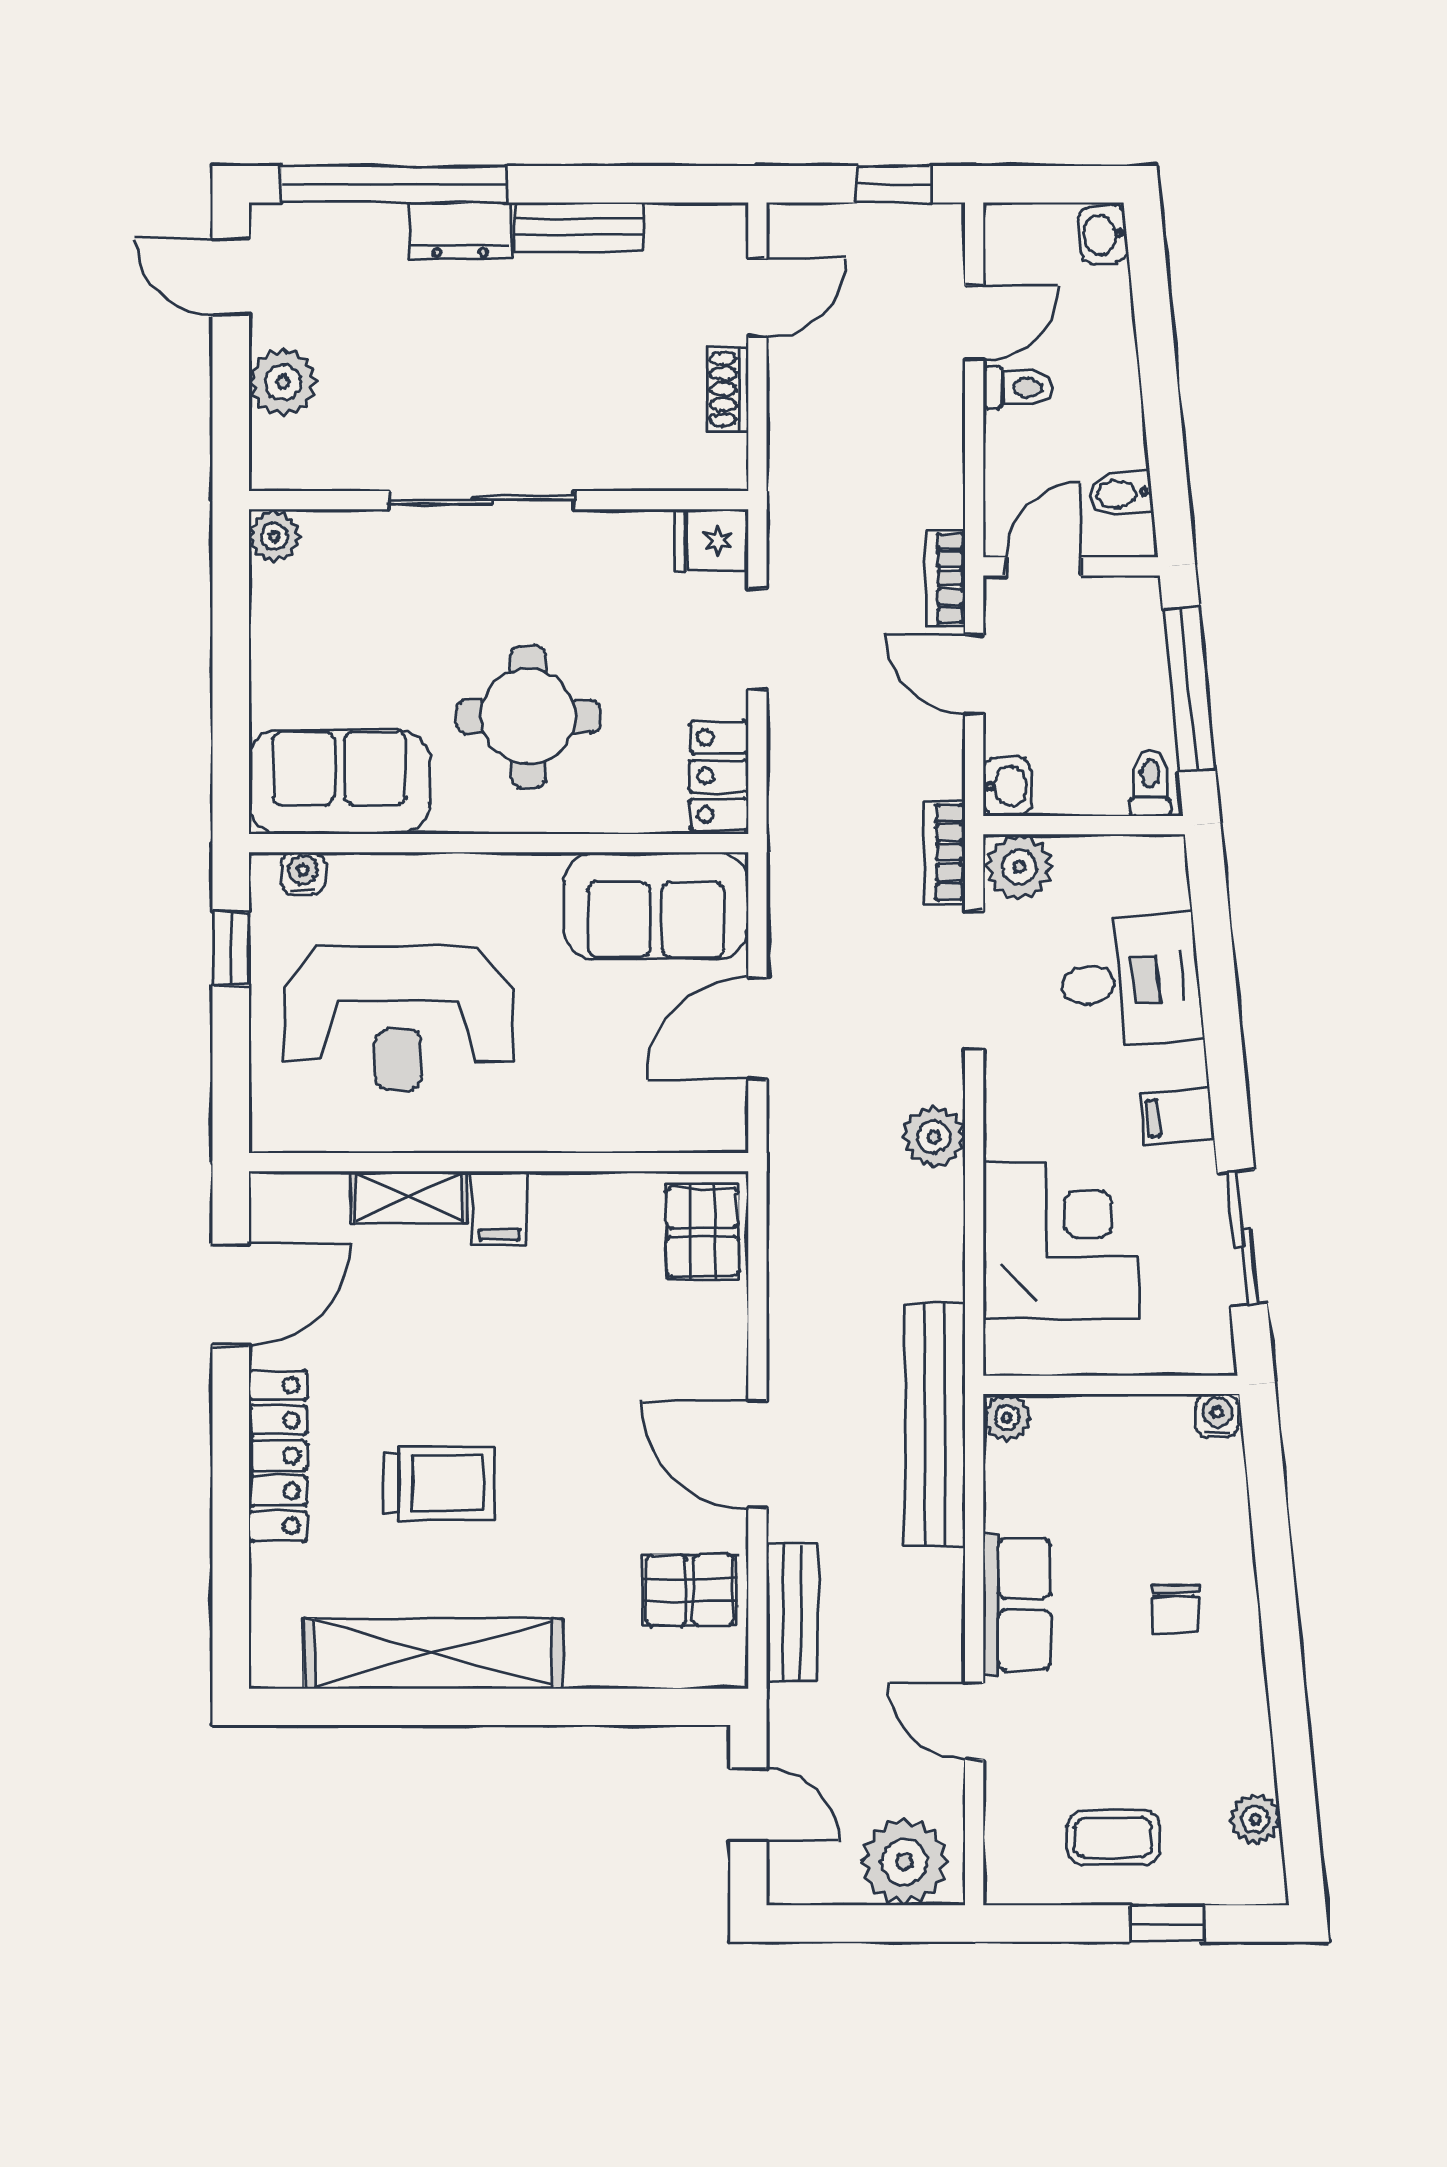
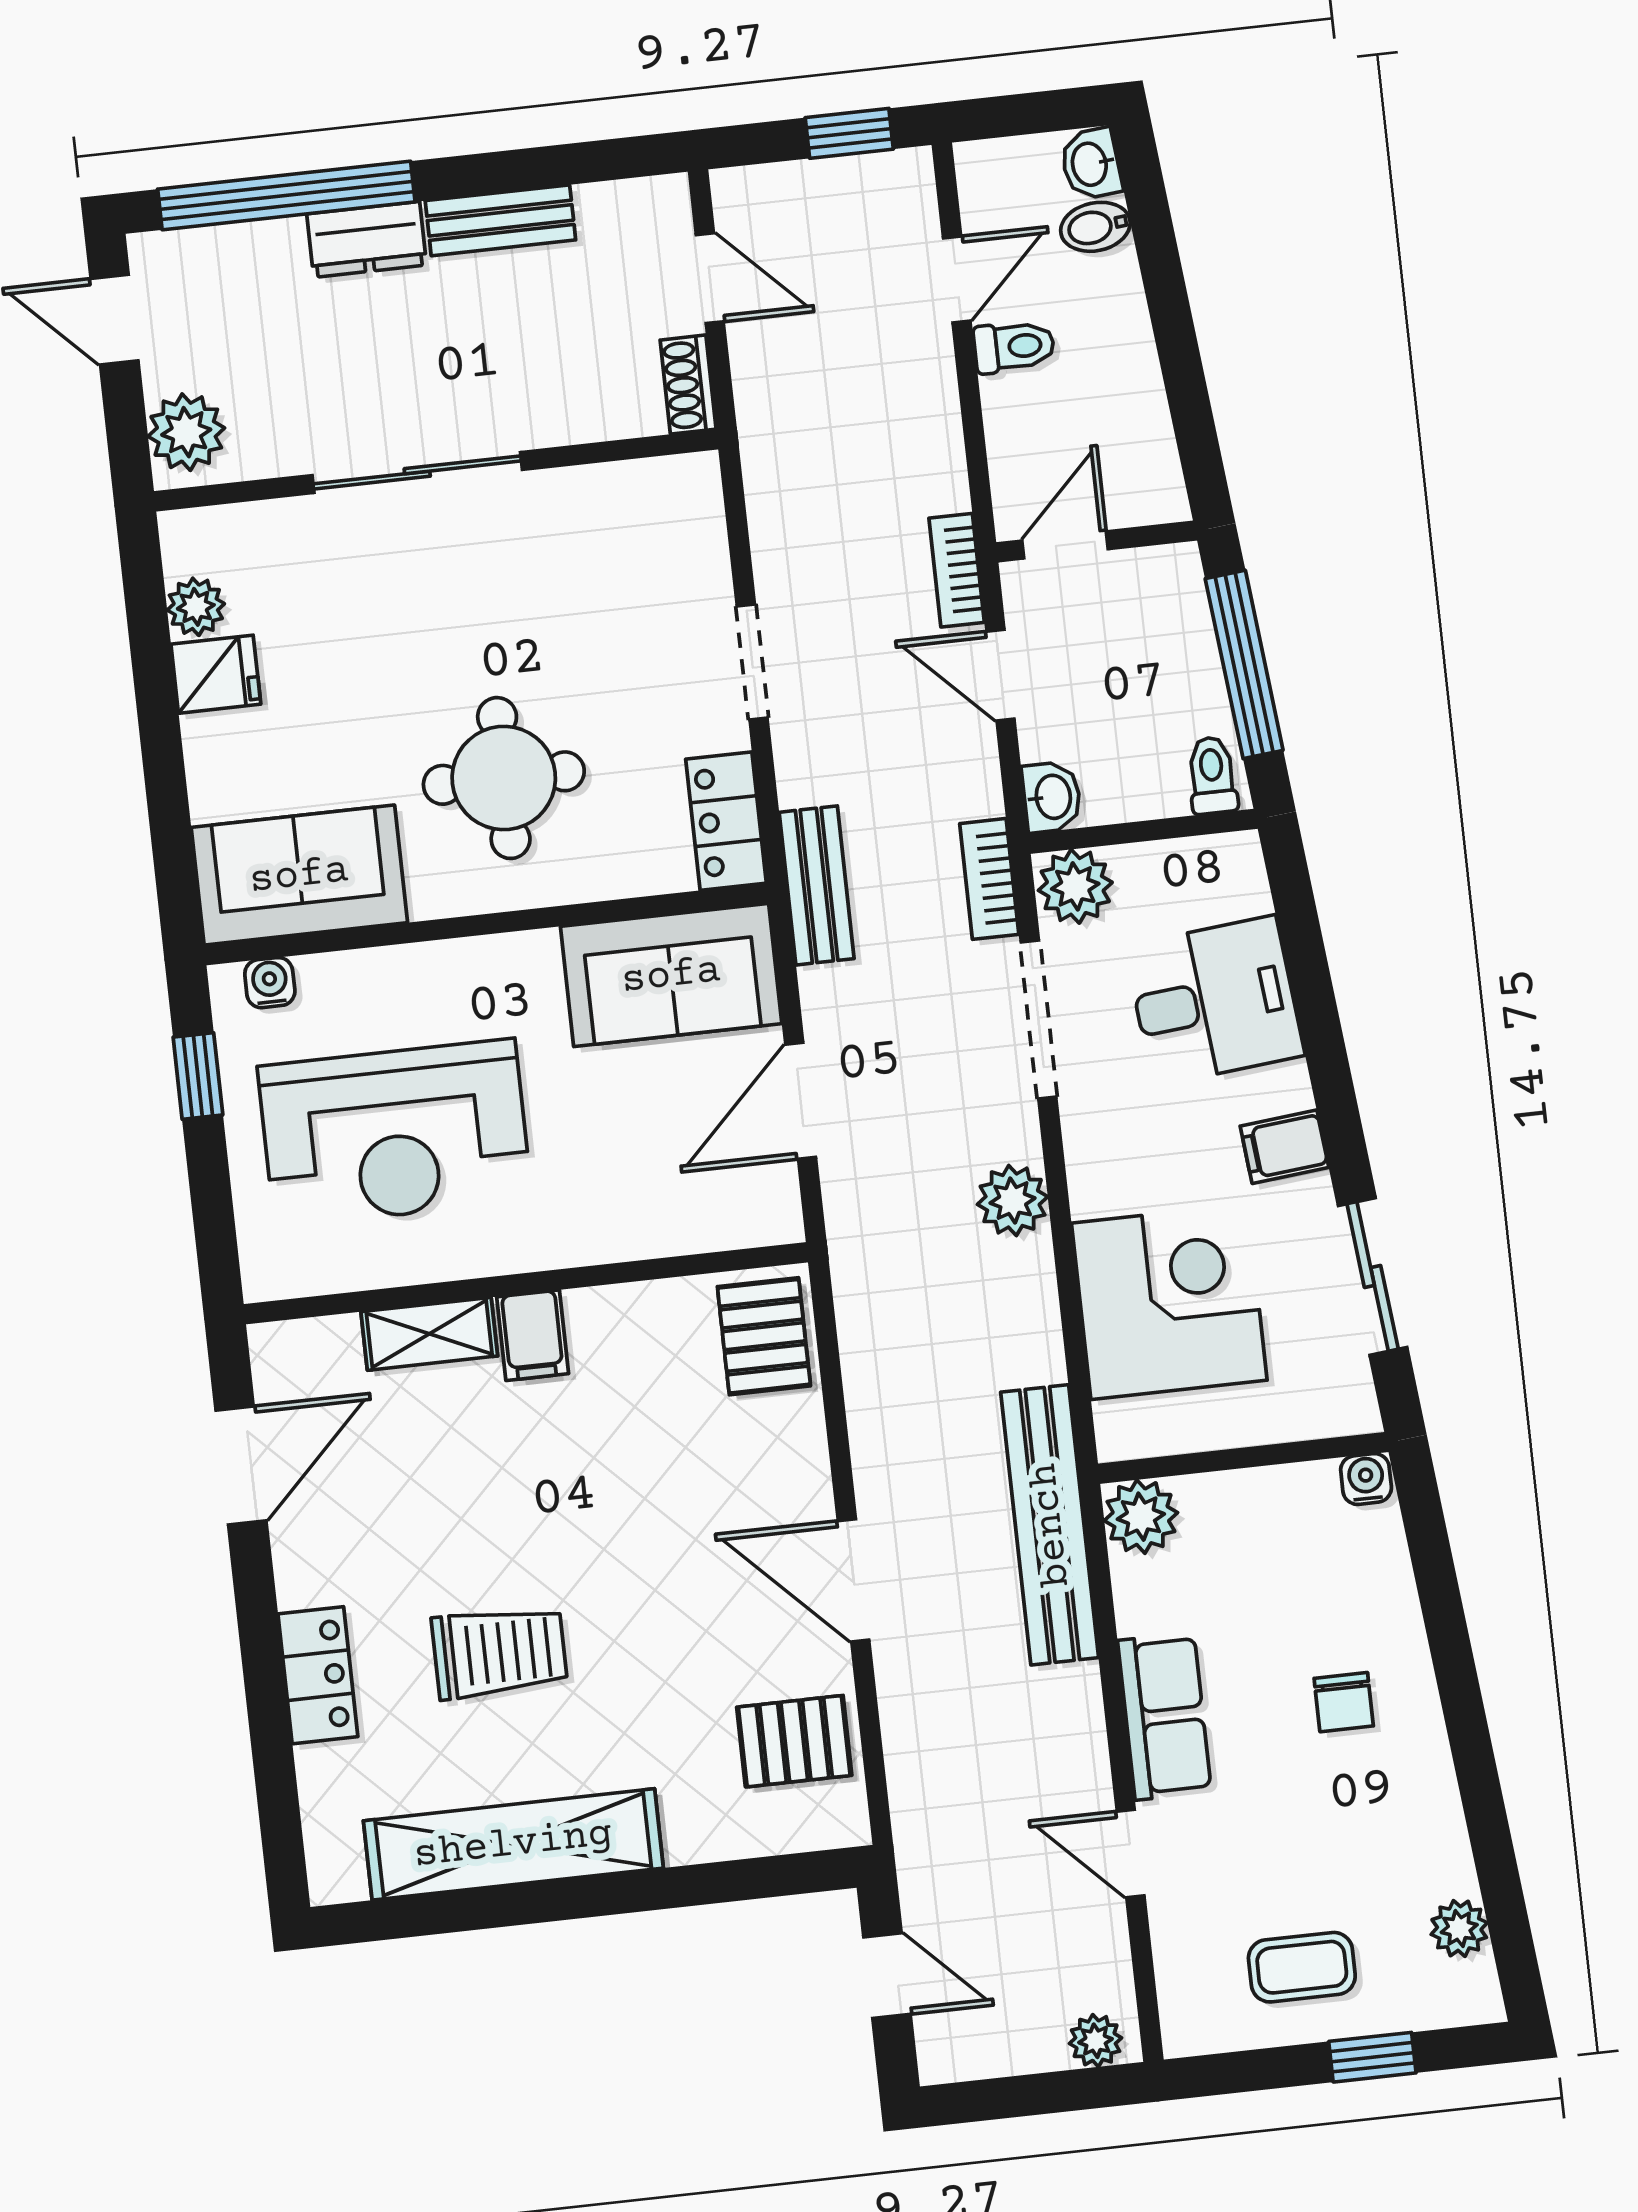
door: (757, 298) -> (710, 278), hinge flipped
bidet: (1121, 494) -> (1095, 227), moved
sliding door: (482, 500) -> (417, 472), moved
wall: (499, 500) -> (436, 470), moved
fridge: (712, 540) -> (216, 674), moved, turned 180
plant: (1007, 1418) -> (1141, 1517), width x1.38, depth x1.38
locker: (278, 1456) -> (318, 1675), width x0.66
bench: (792, 1613) -> (817, 885), moved
plant: (905, 1862) -> (1096, 2041), width x0.53, depth x0.53

